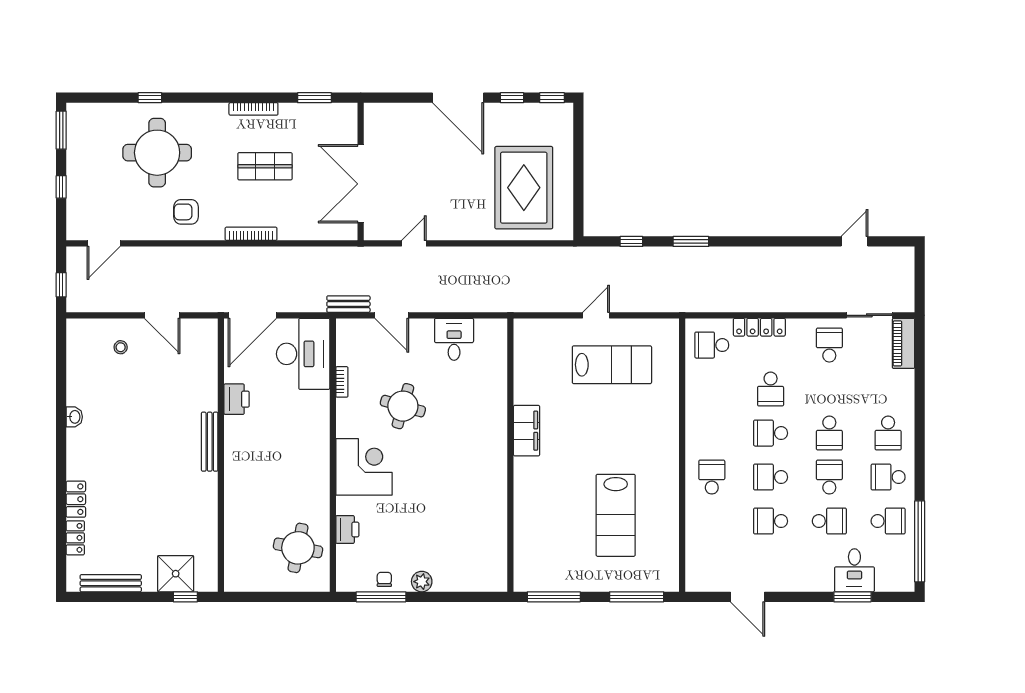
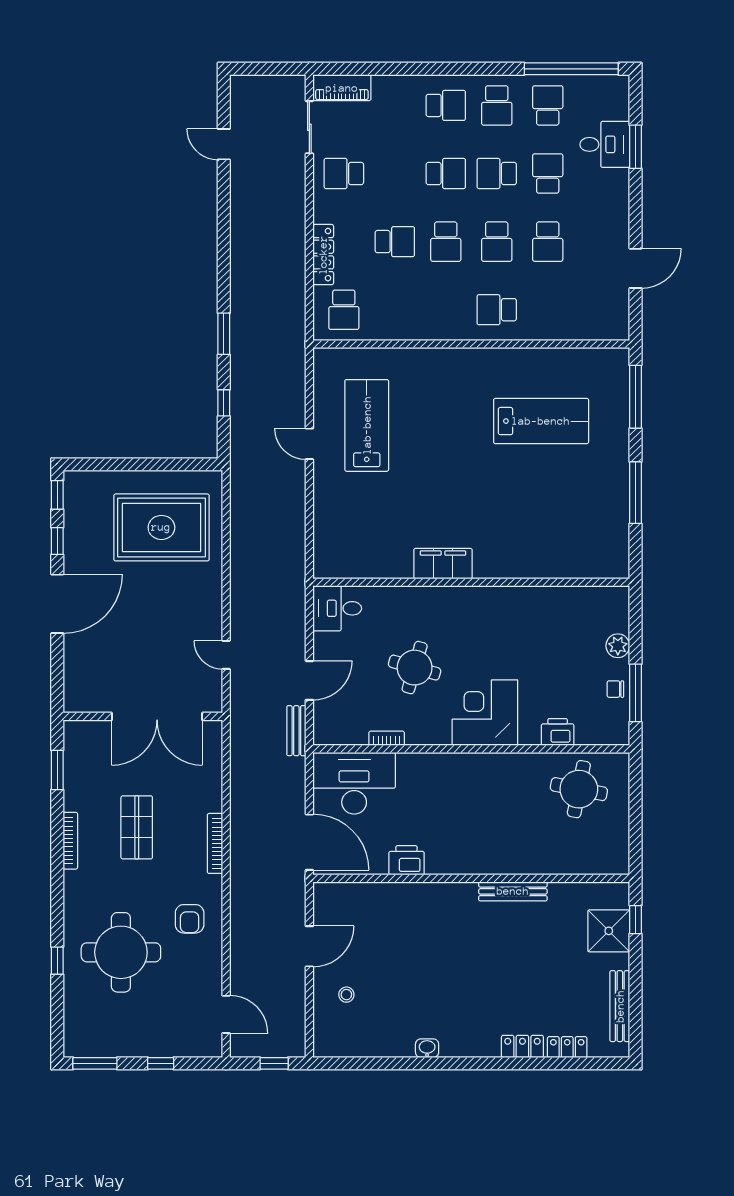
filing cabinet: (527, 431) -> (443, 564), moved
bench: (210, 442) -> (513, 891), moved
wall: (510, 455) -> (471, 582), moved

